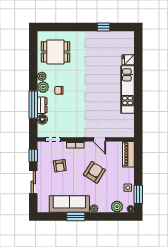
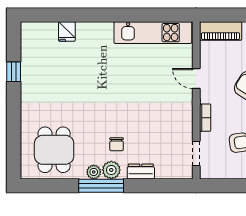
kitchen unit: (128, 90) -> (153, 33), moved
window: (33, 105) -> (101, 186), moved
floor lamp: (42, 119) -> (164, 171), removed
door: (99, 139) -> (196, 79), swing flipped
window: (33, 156) -> (223, 186), removed

